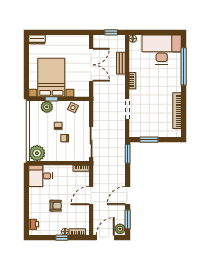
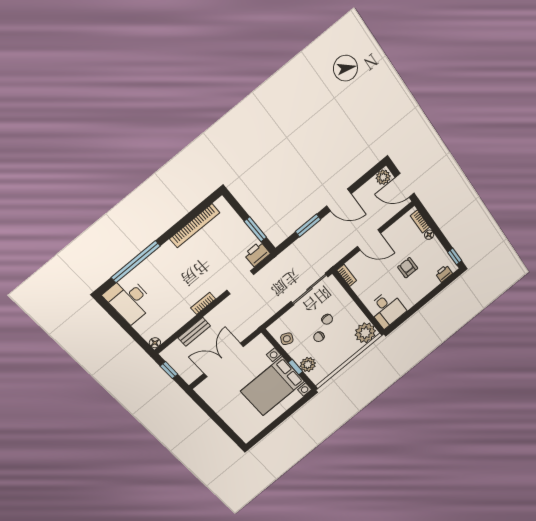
dresser: (37, 39) -> (244, 433), removed
desk: (162, 50) -> (129, 300), width x0.73, depth x0.77
printer: (135, 130) -> (257, 254), added
window: (128, 154) -> (308, 225), moved
window: (128, 219) -> (366, 177), removed
window: (62, 238) -> (455, 256), moved

